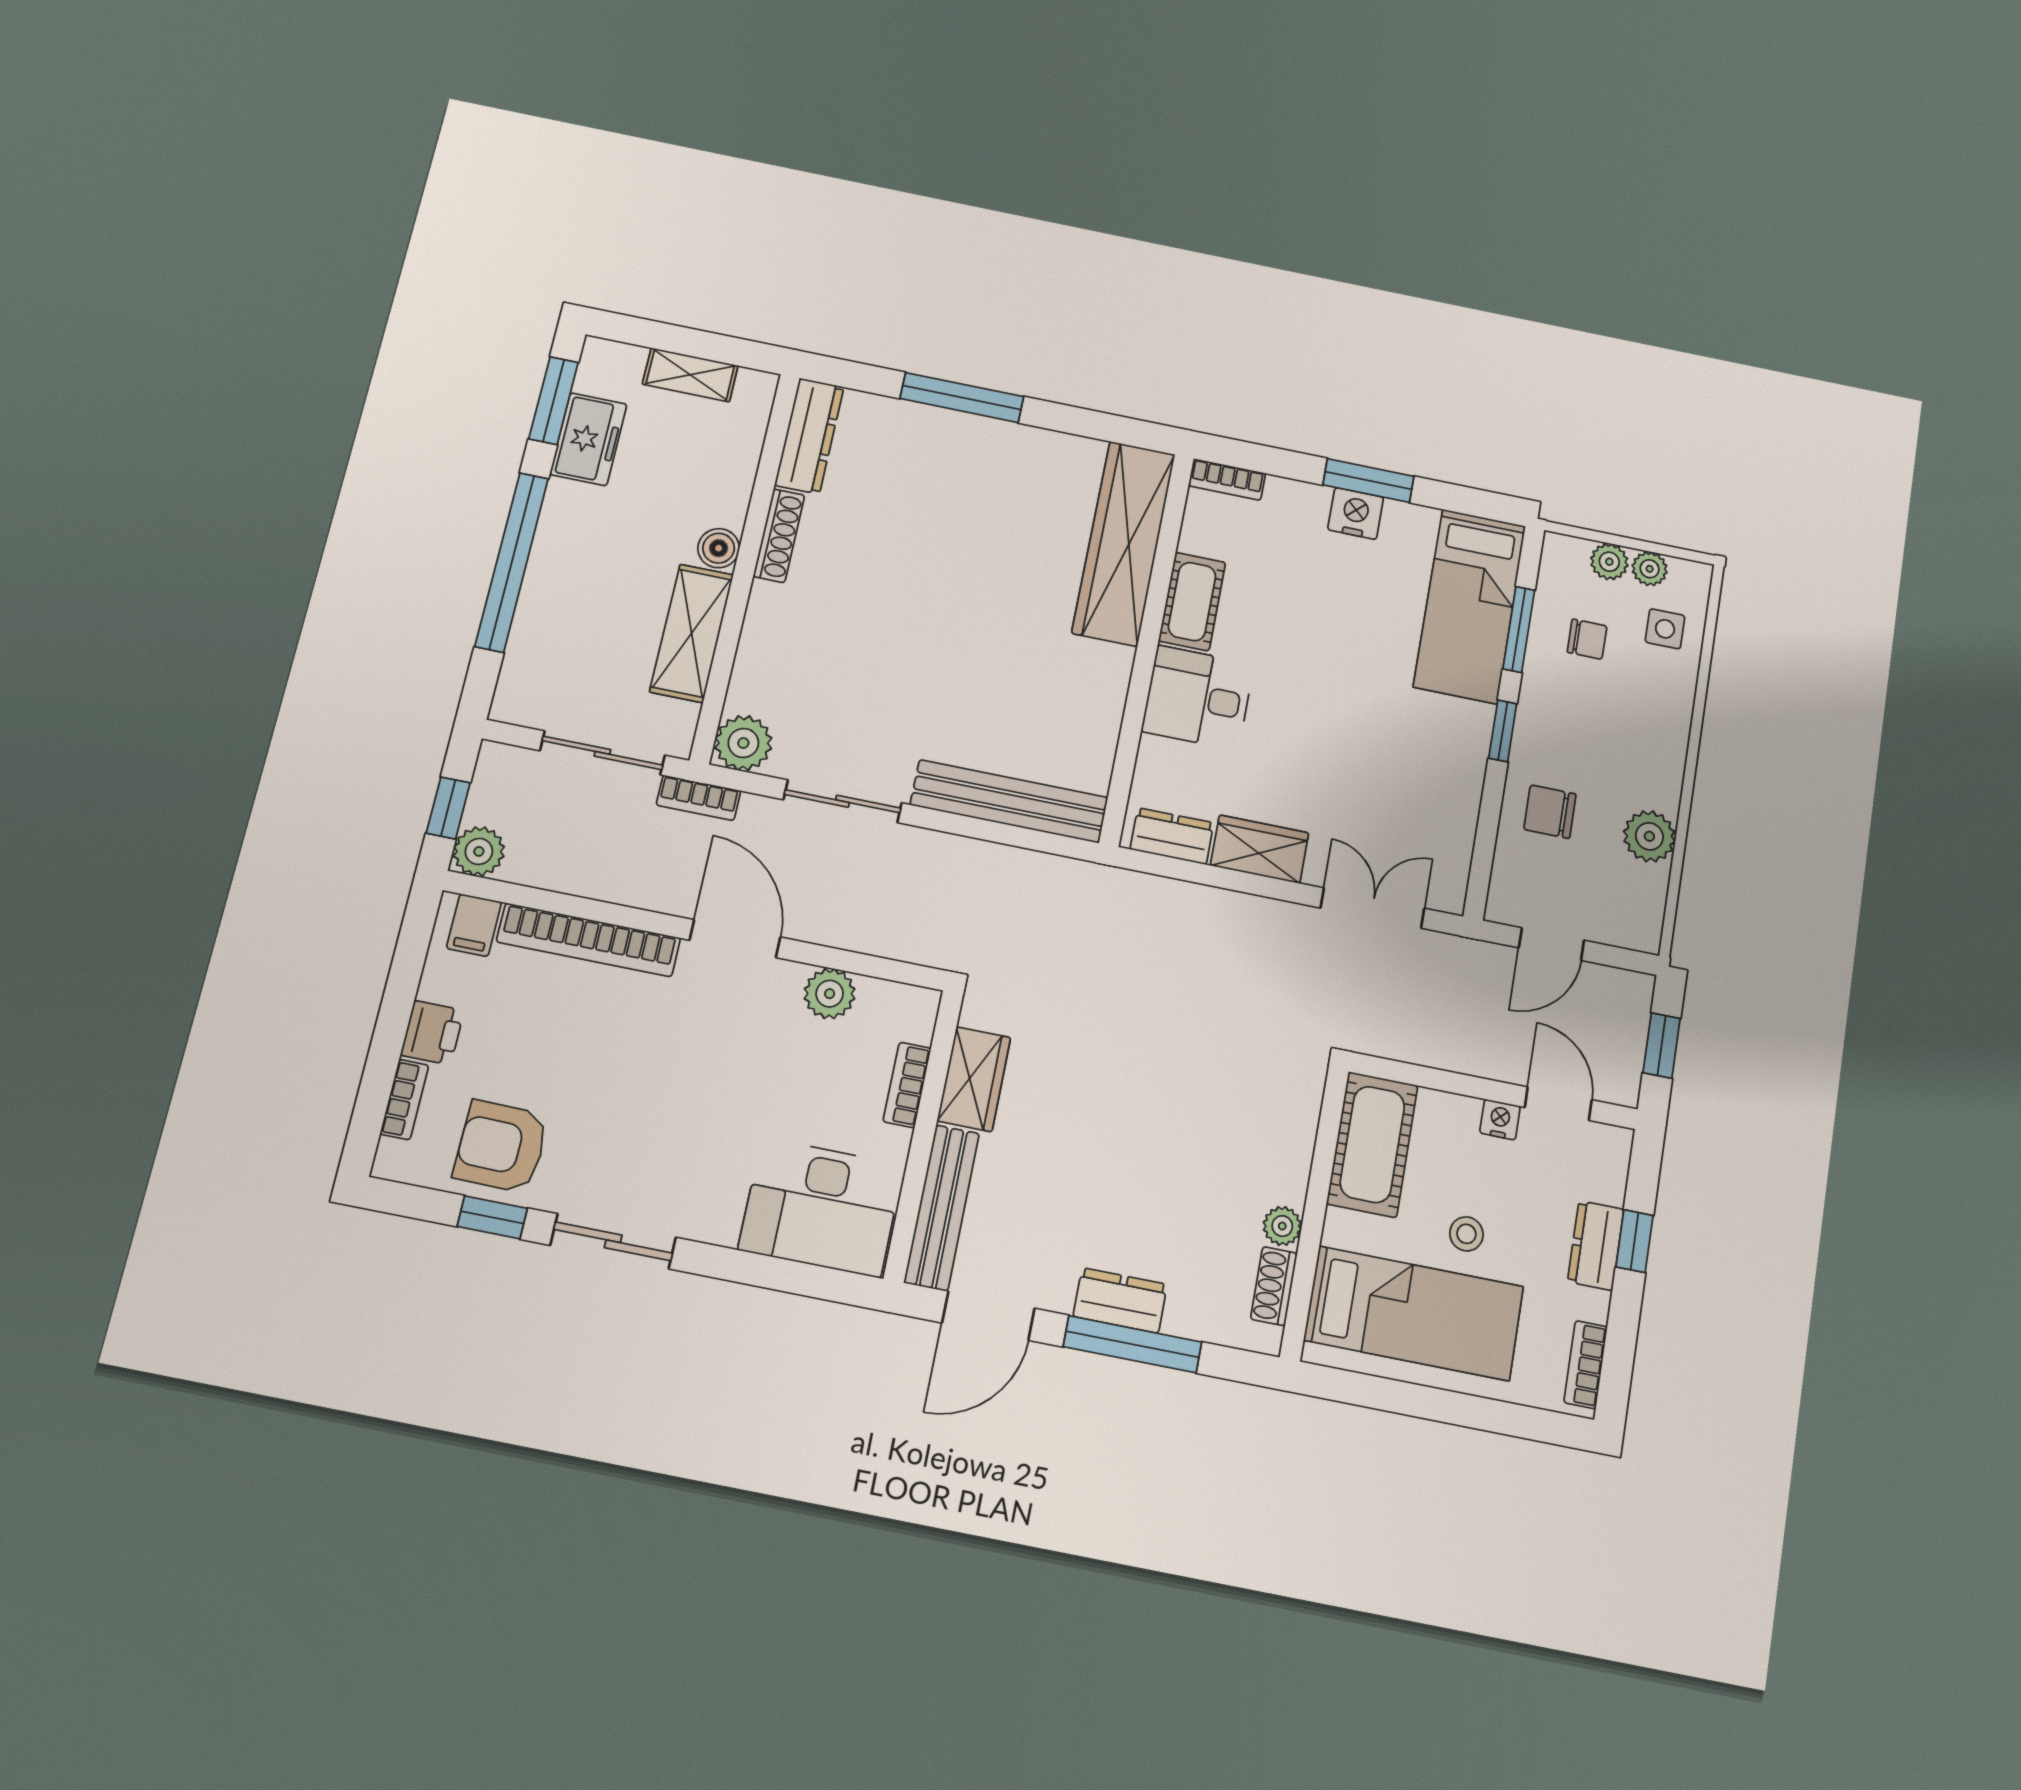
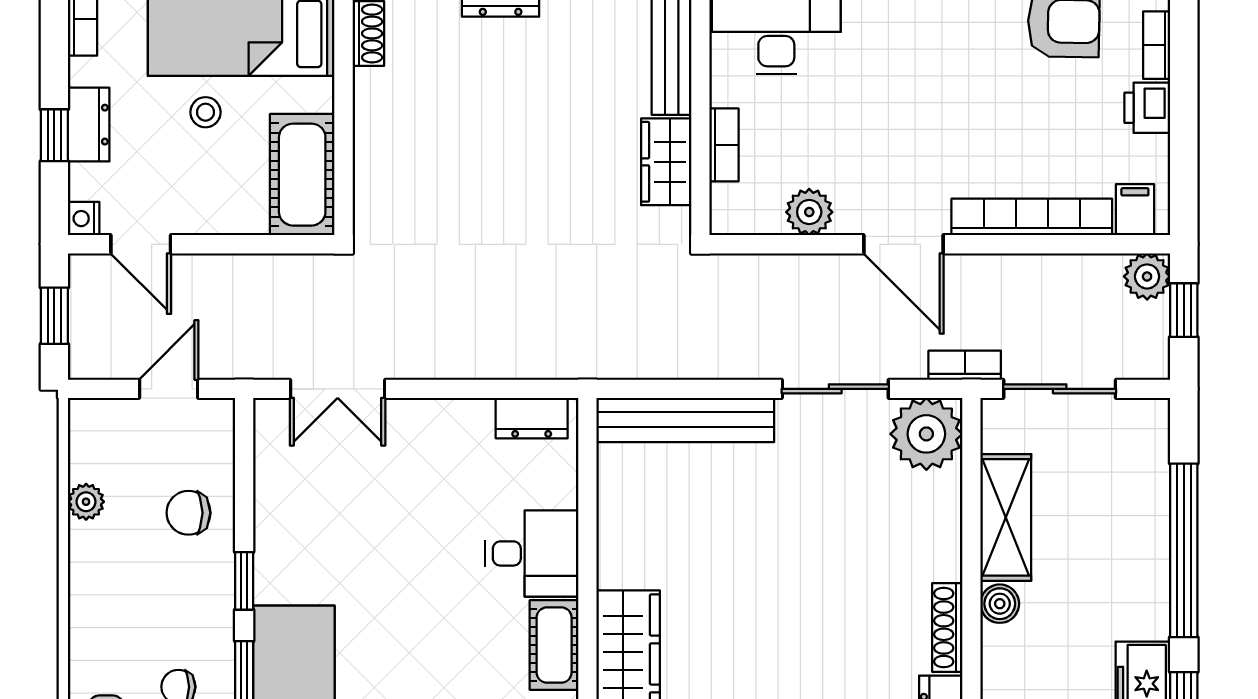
plant: (743, 743) -> (926, 434), width x1.36, depth x1.36
chair: (1550, 812) -> (189, 513), turned 180
plant: (1649, 836) -> (86, 502), width x0.73, depth x0.73
wardrobe: (1260, 849) -> (450, 422), removed
nightstand: (1500, 1120) -> (84, 219), moved, turned 90
plant: (1282, 1226) -> (370, 87), removed

